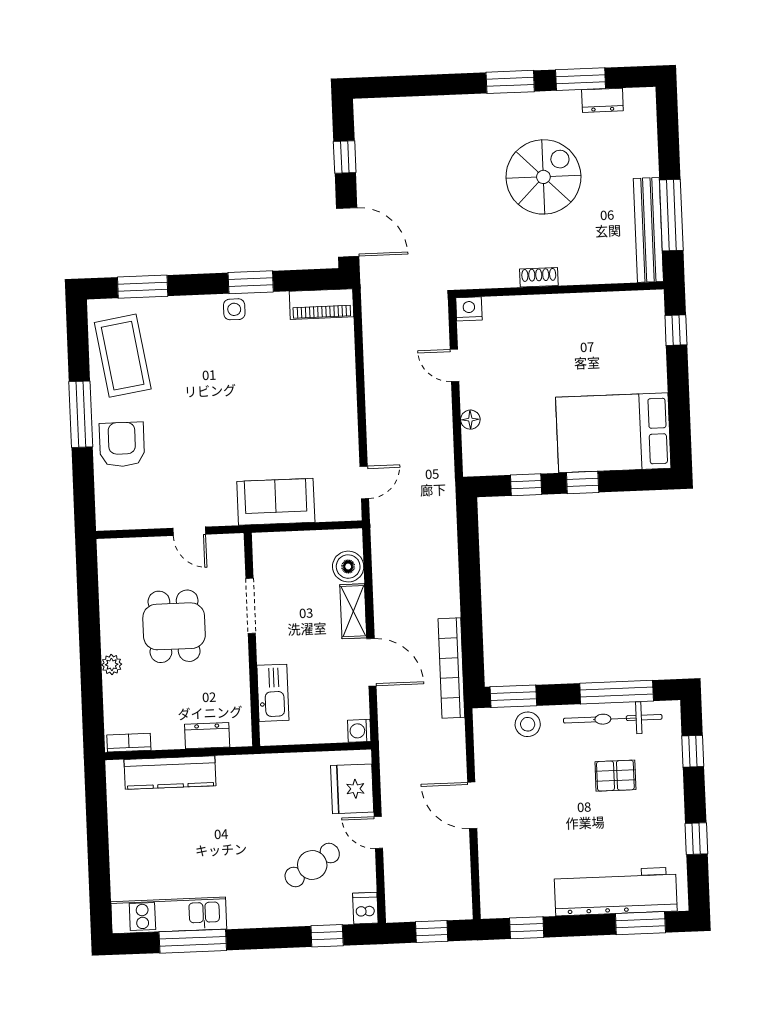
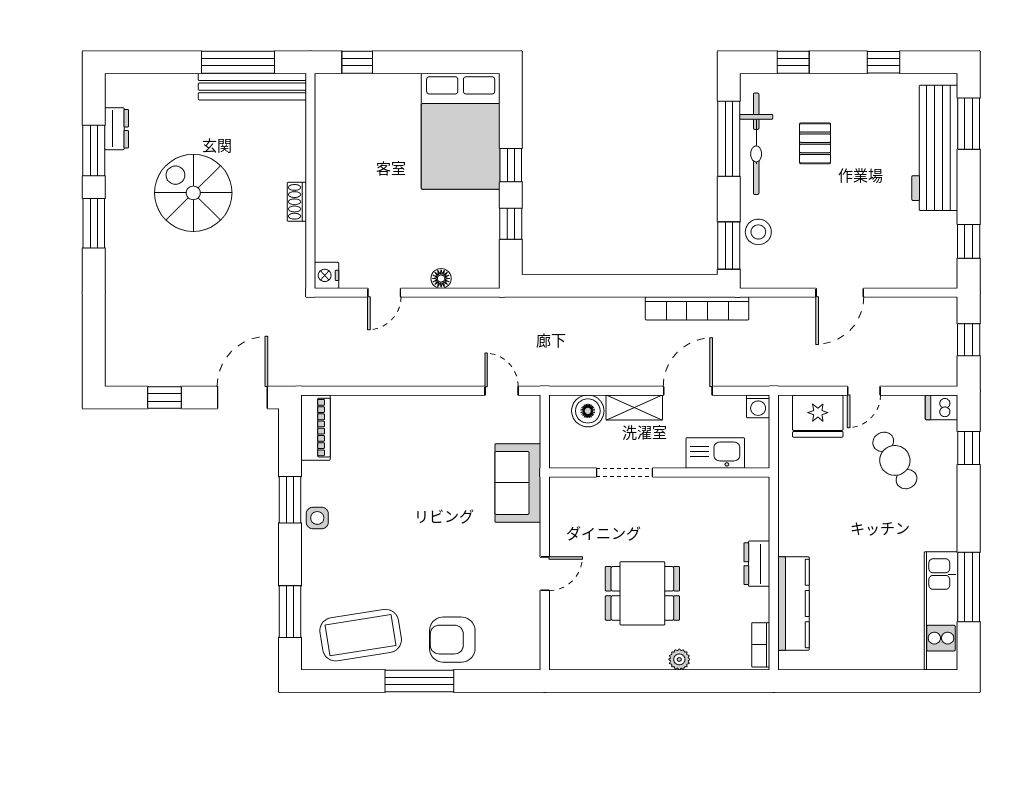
doorway: (251, 606) -> (624, 472), moved
wall: (252, 639) -> (659, 472), moved
kitchen sink: (273, 693) -> (715, 453), moved

